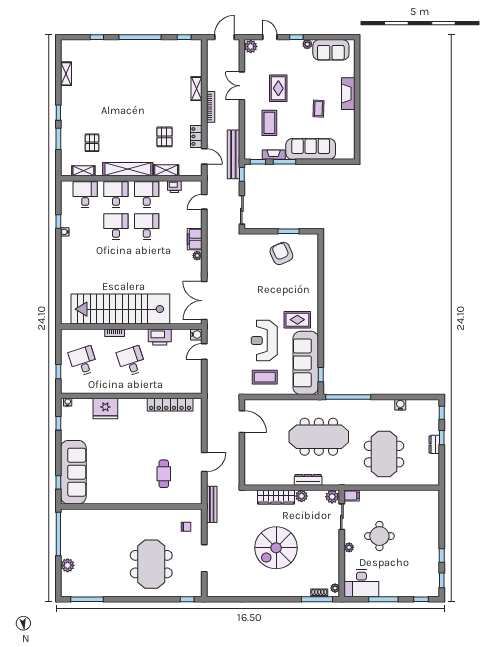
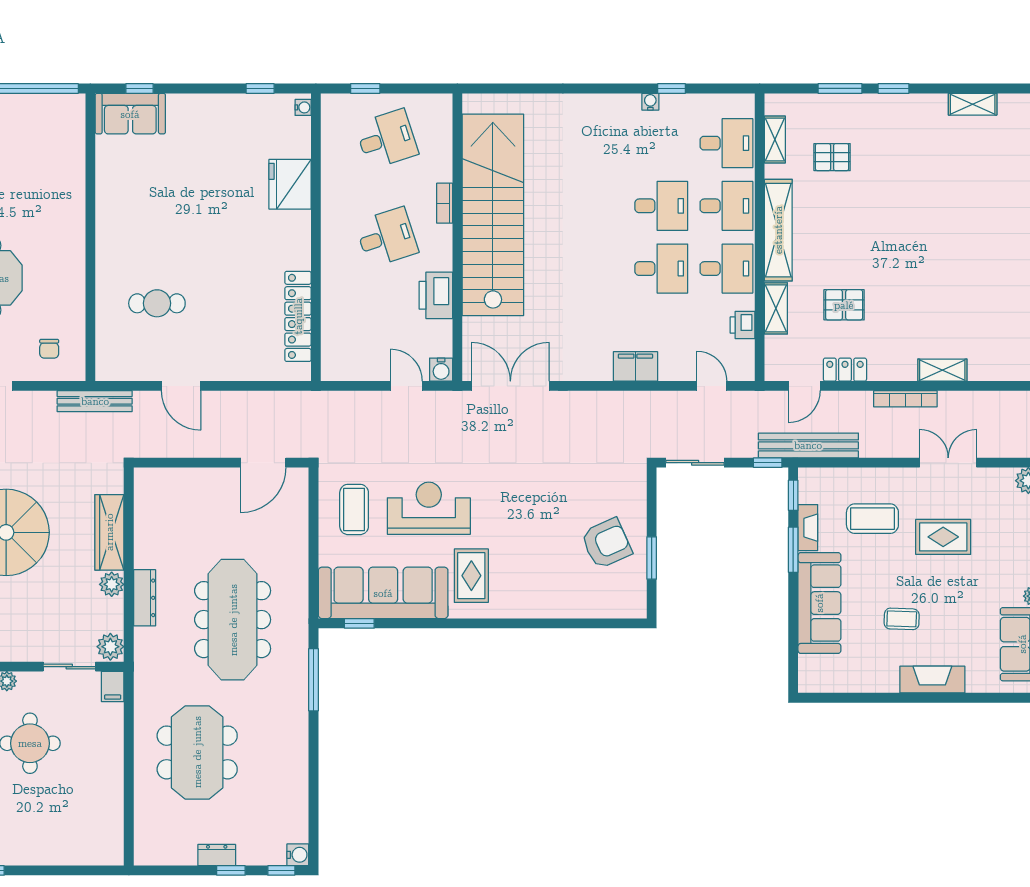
plant: (197, 256) -> (602, 372), removed
window: (348, 397) -> (313, 680), width x0.68
water cooler: (400, 405) -> (298, 855), moved
meeting table: (384, 454) -> (197, 752), turned 90
sofa: (73, 472) -> (130, 114), width x0.54, depth x0.79

